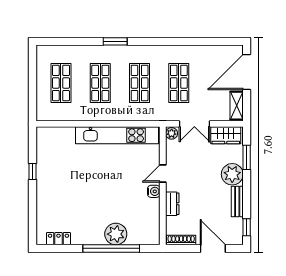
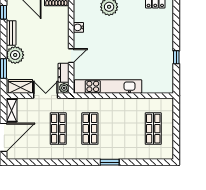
shop shelf: (100, 83) -> (122, 129), removed
water cooler: (154, 191) -> (78, 27), moved
dresser: (172, 204) -> (64, 73), moved

